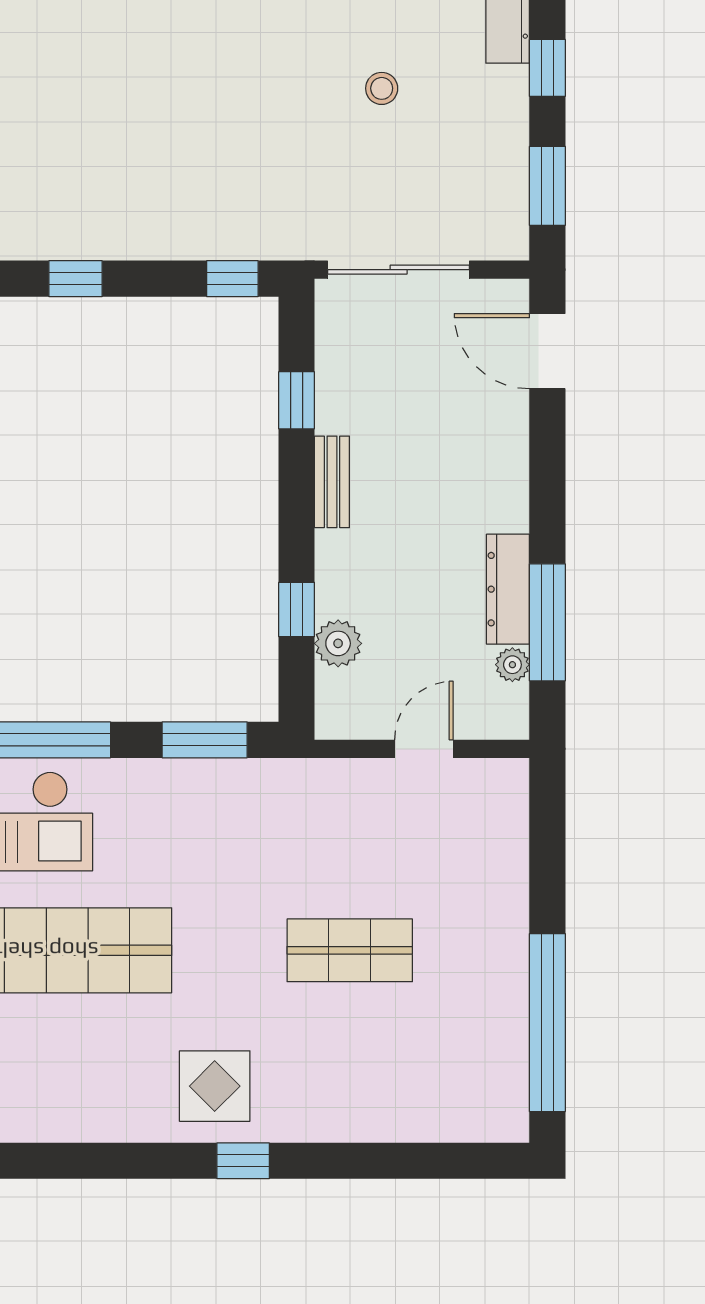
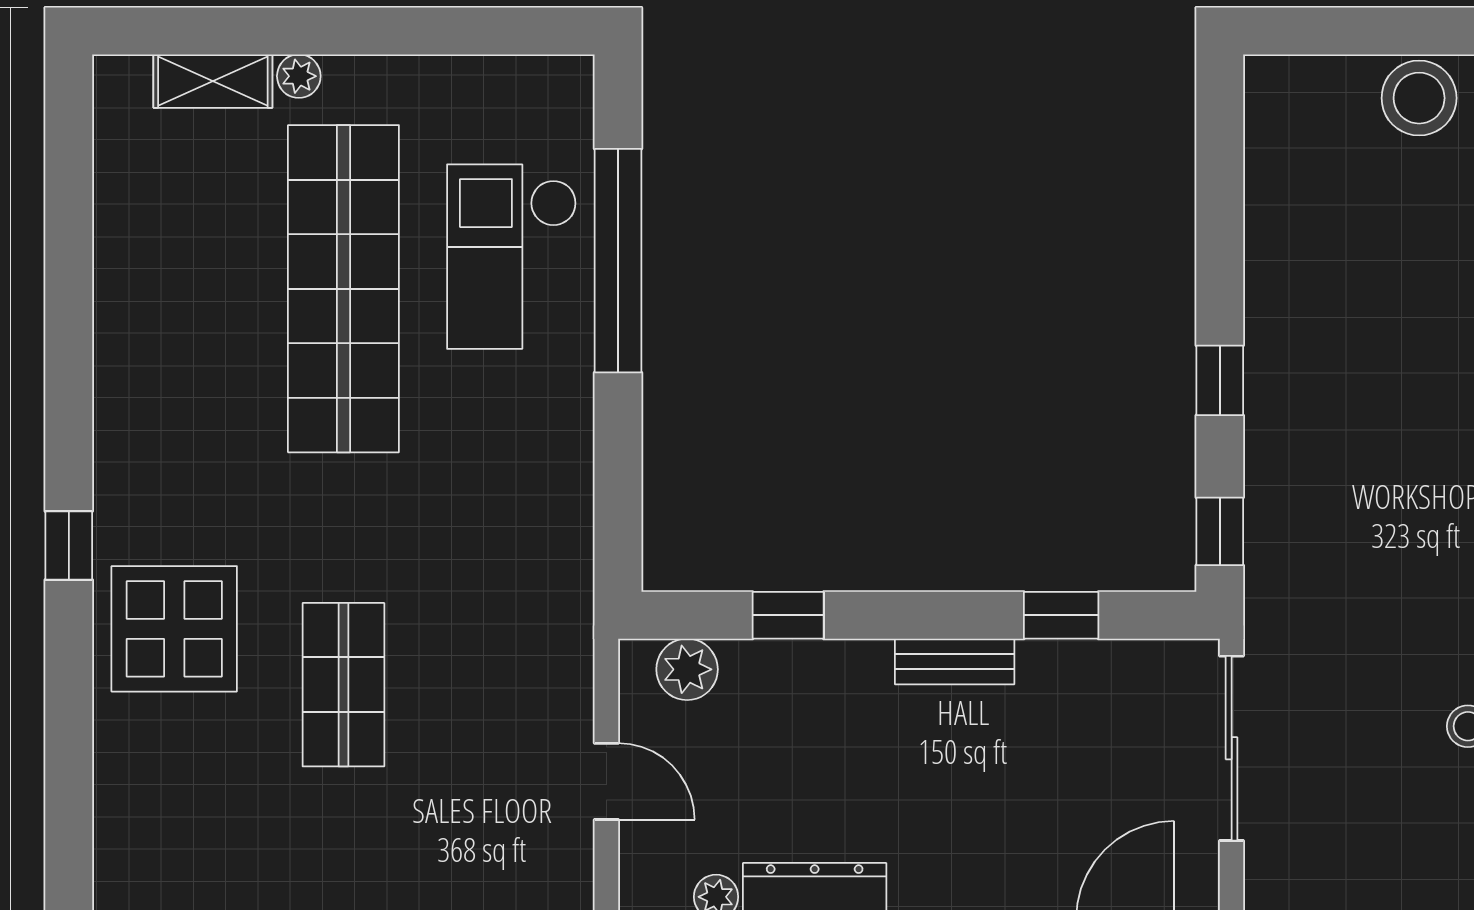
window: (76, 279) -> (1220, 380), moved
plant: (338, 643) -> (687, 669), moved
window: (205, 740) -> (618, 495), removed
display table: (215, 1086) -> (174, 629), moved, width x1.36, depth x1.36

